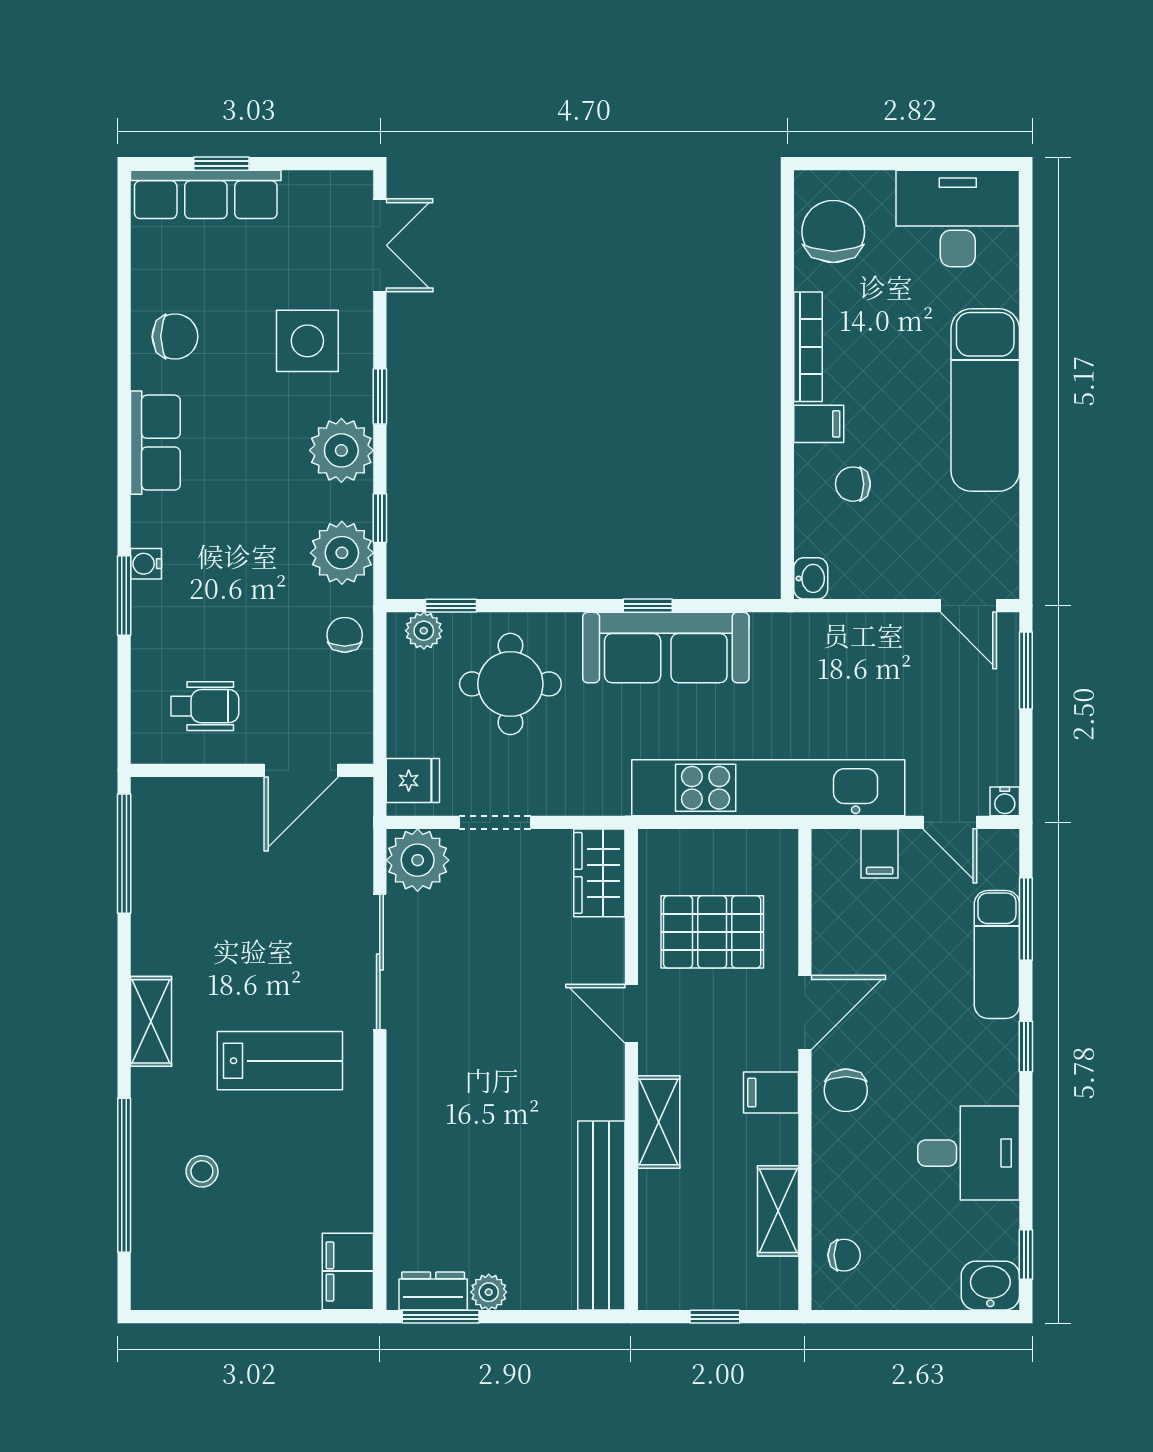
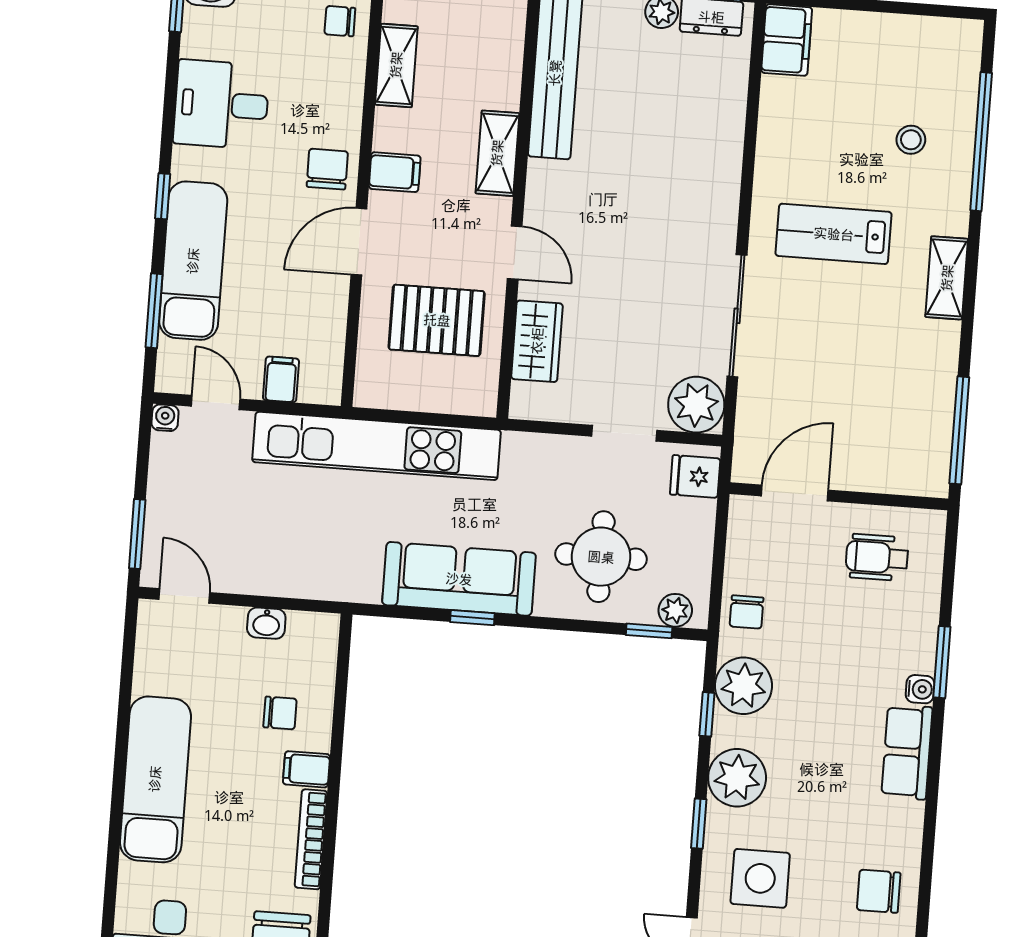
row of seats: (155, 443) -> (907, 752), moved
washbasin: (811, 578) -> (266, 623), moved, turned -90
wardrobe: (599, 873) -> (537, 341), moved
exam couch: (997, 954) -> (193, 261), width x1.36, depth x1.45

